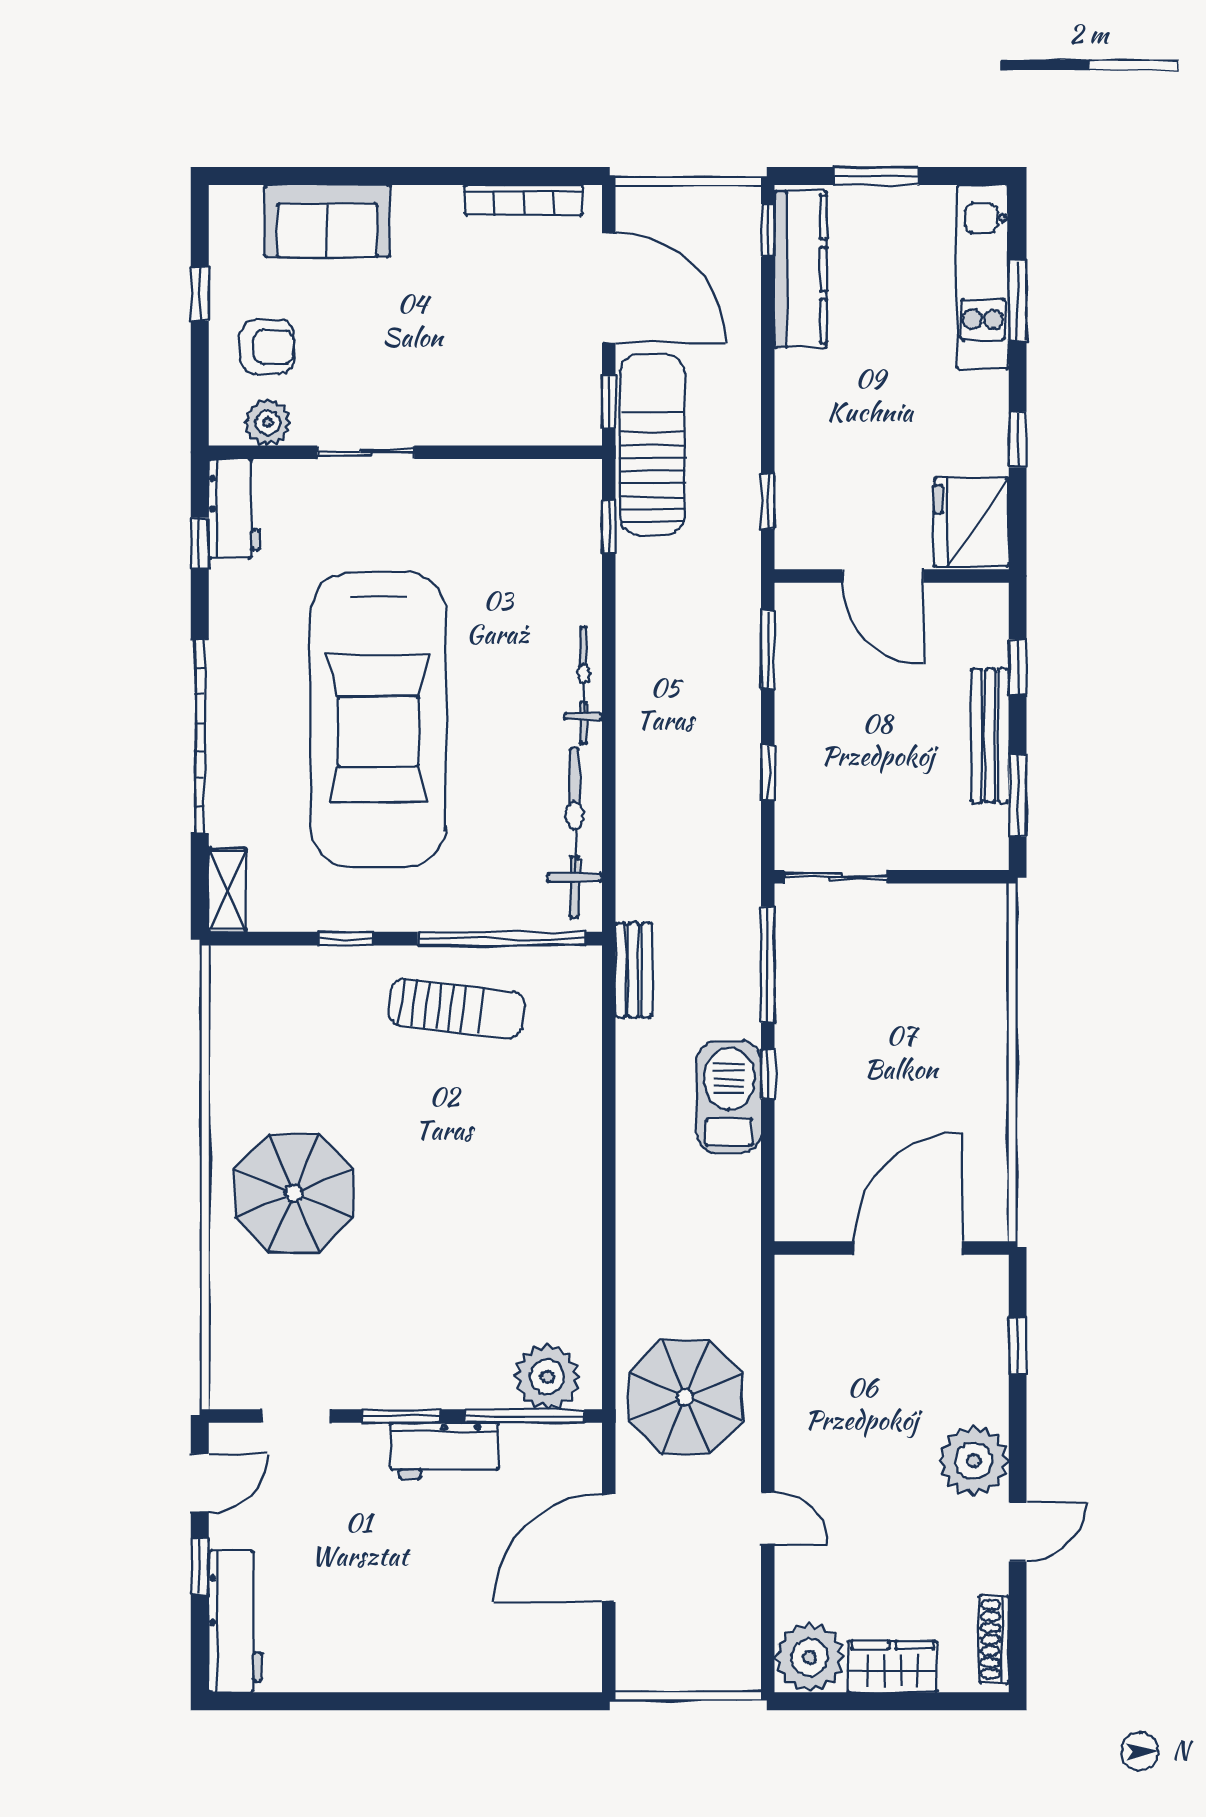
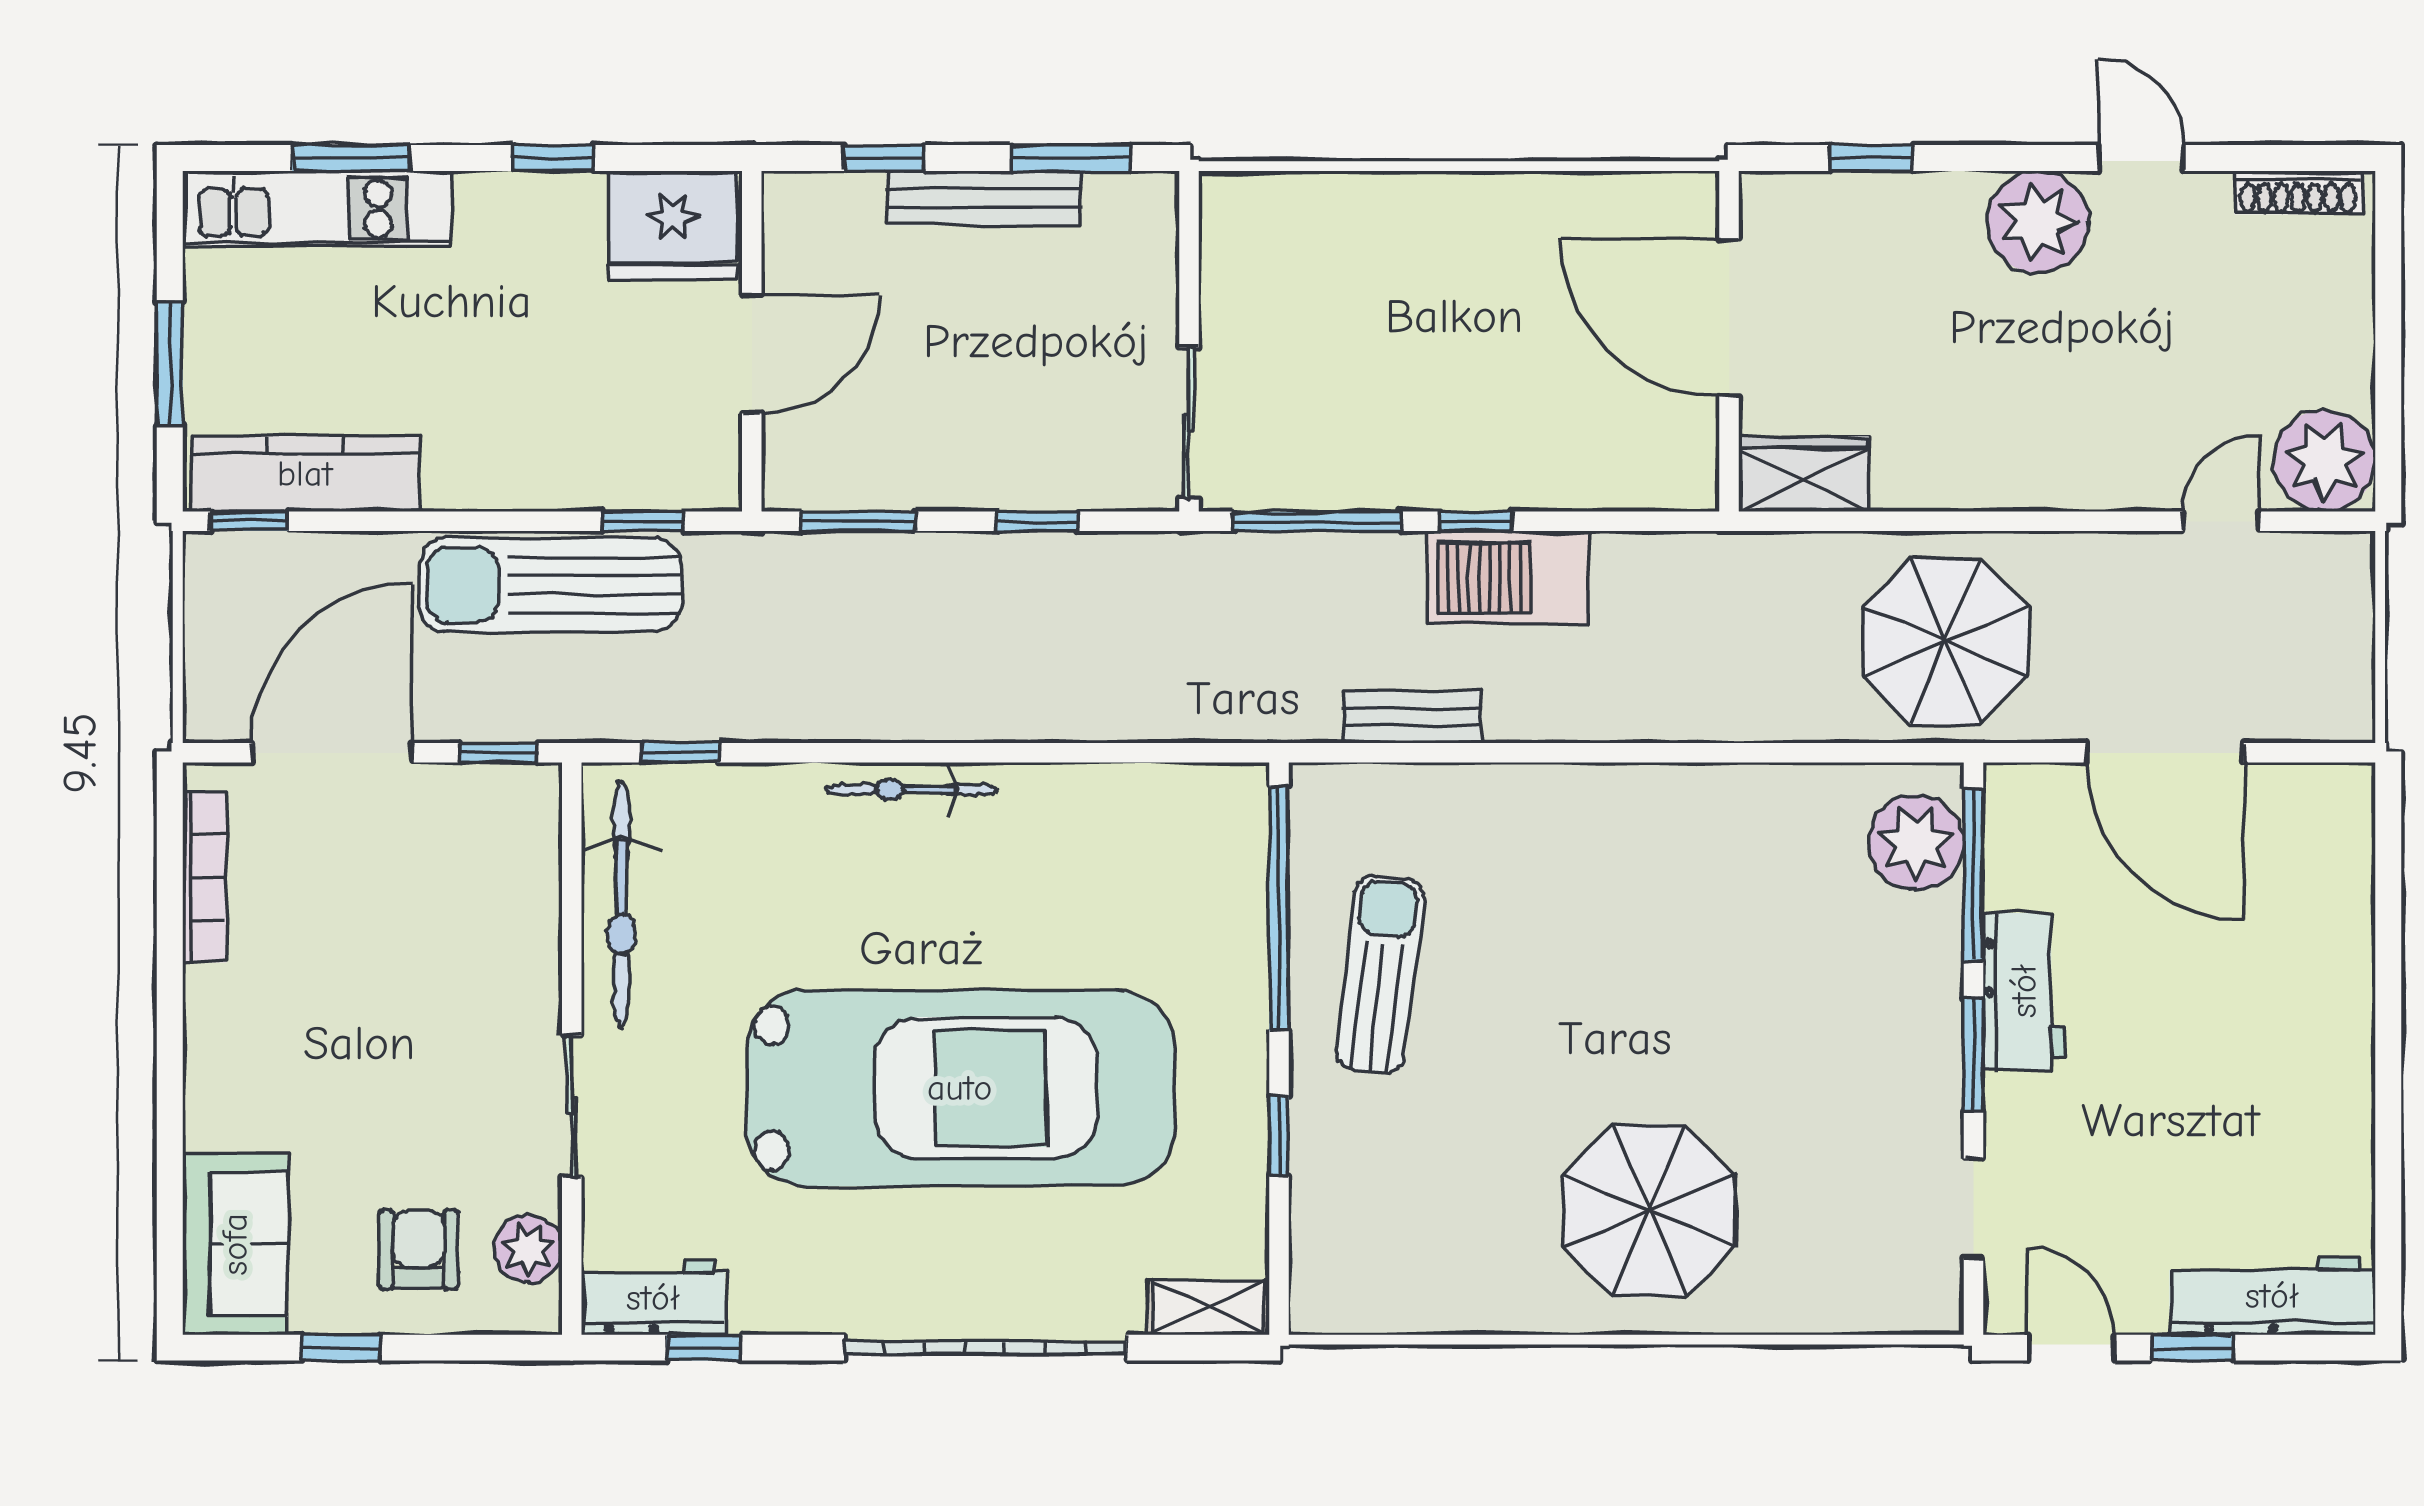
sofa: (327, 221) -> (235, 1244), moved
sun lounger: (652, 445) -> (550, 585), moved
bicycle: (574, 833) -> (621, 905), moved, turned -90
bench: (633, 970) -> (1412, 717), moved
door: (768, 1519) -> (2221, 521), moved
wardrobe: (893, 1666) -> (1804, 474), moved, turned 90

